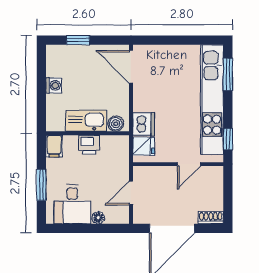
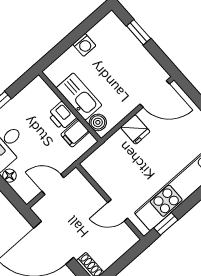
door: (131, 67) -> (155, 94), swing flipped
dishwasher: (144, 124) -> (117, 145), removed
filing cabinet: (54, 146) -> (75, 133), moved
fridge: (144, 146) -> (135, 129), moved

